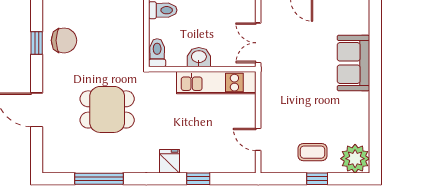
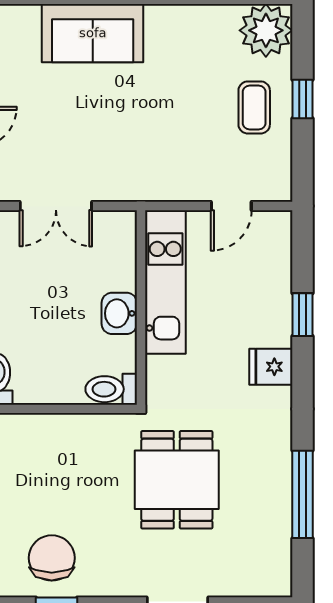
toilet: (157, 53) -> (111, 389), moved
washbasin: (199, 57) -> (119, 313), moved
wall: (202, 69) -> (141, 307), moved
kitchen unit: (216, 83) -> (165, 282), moved

